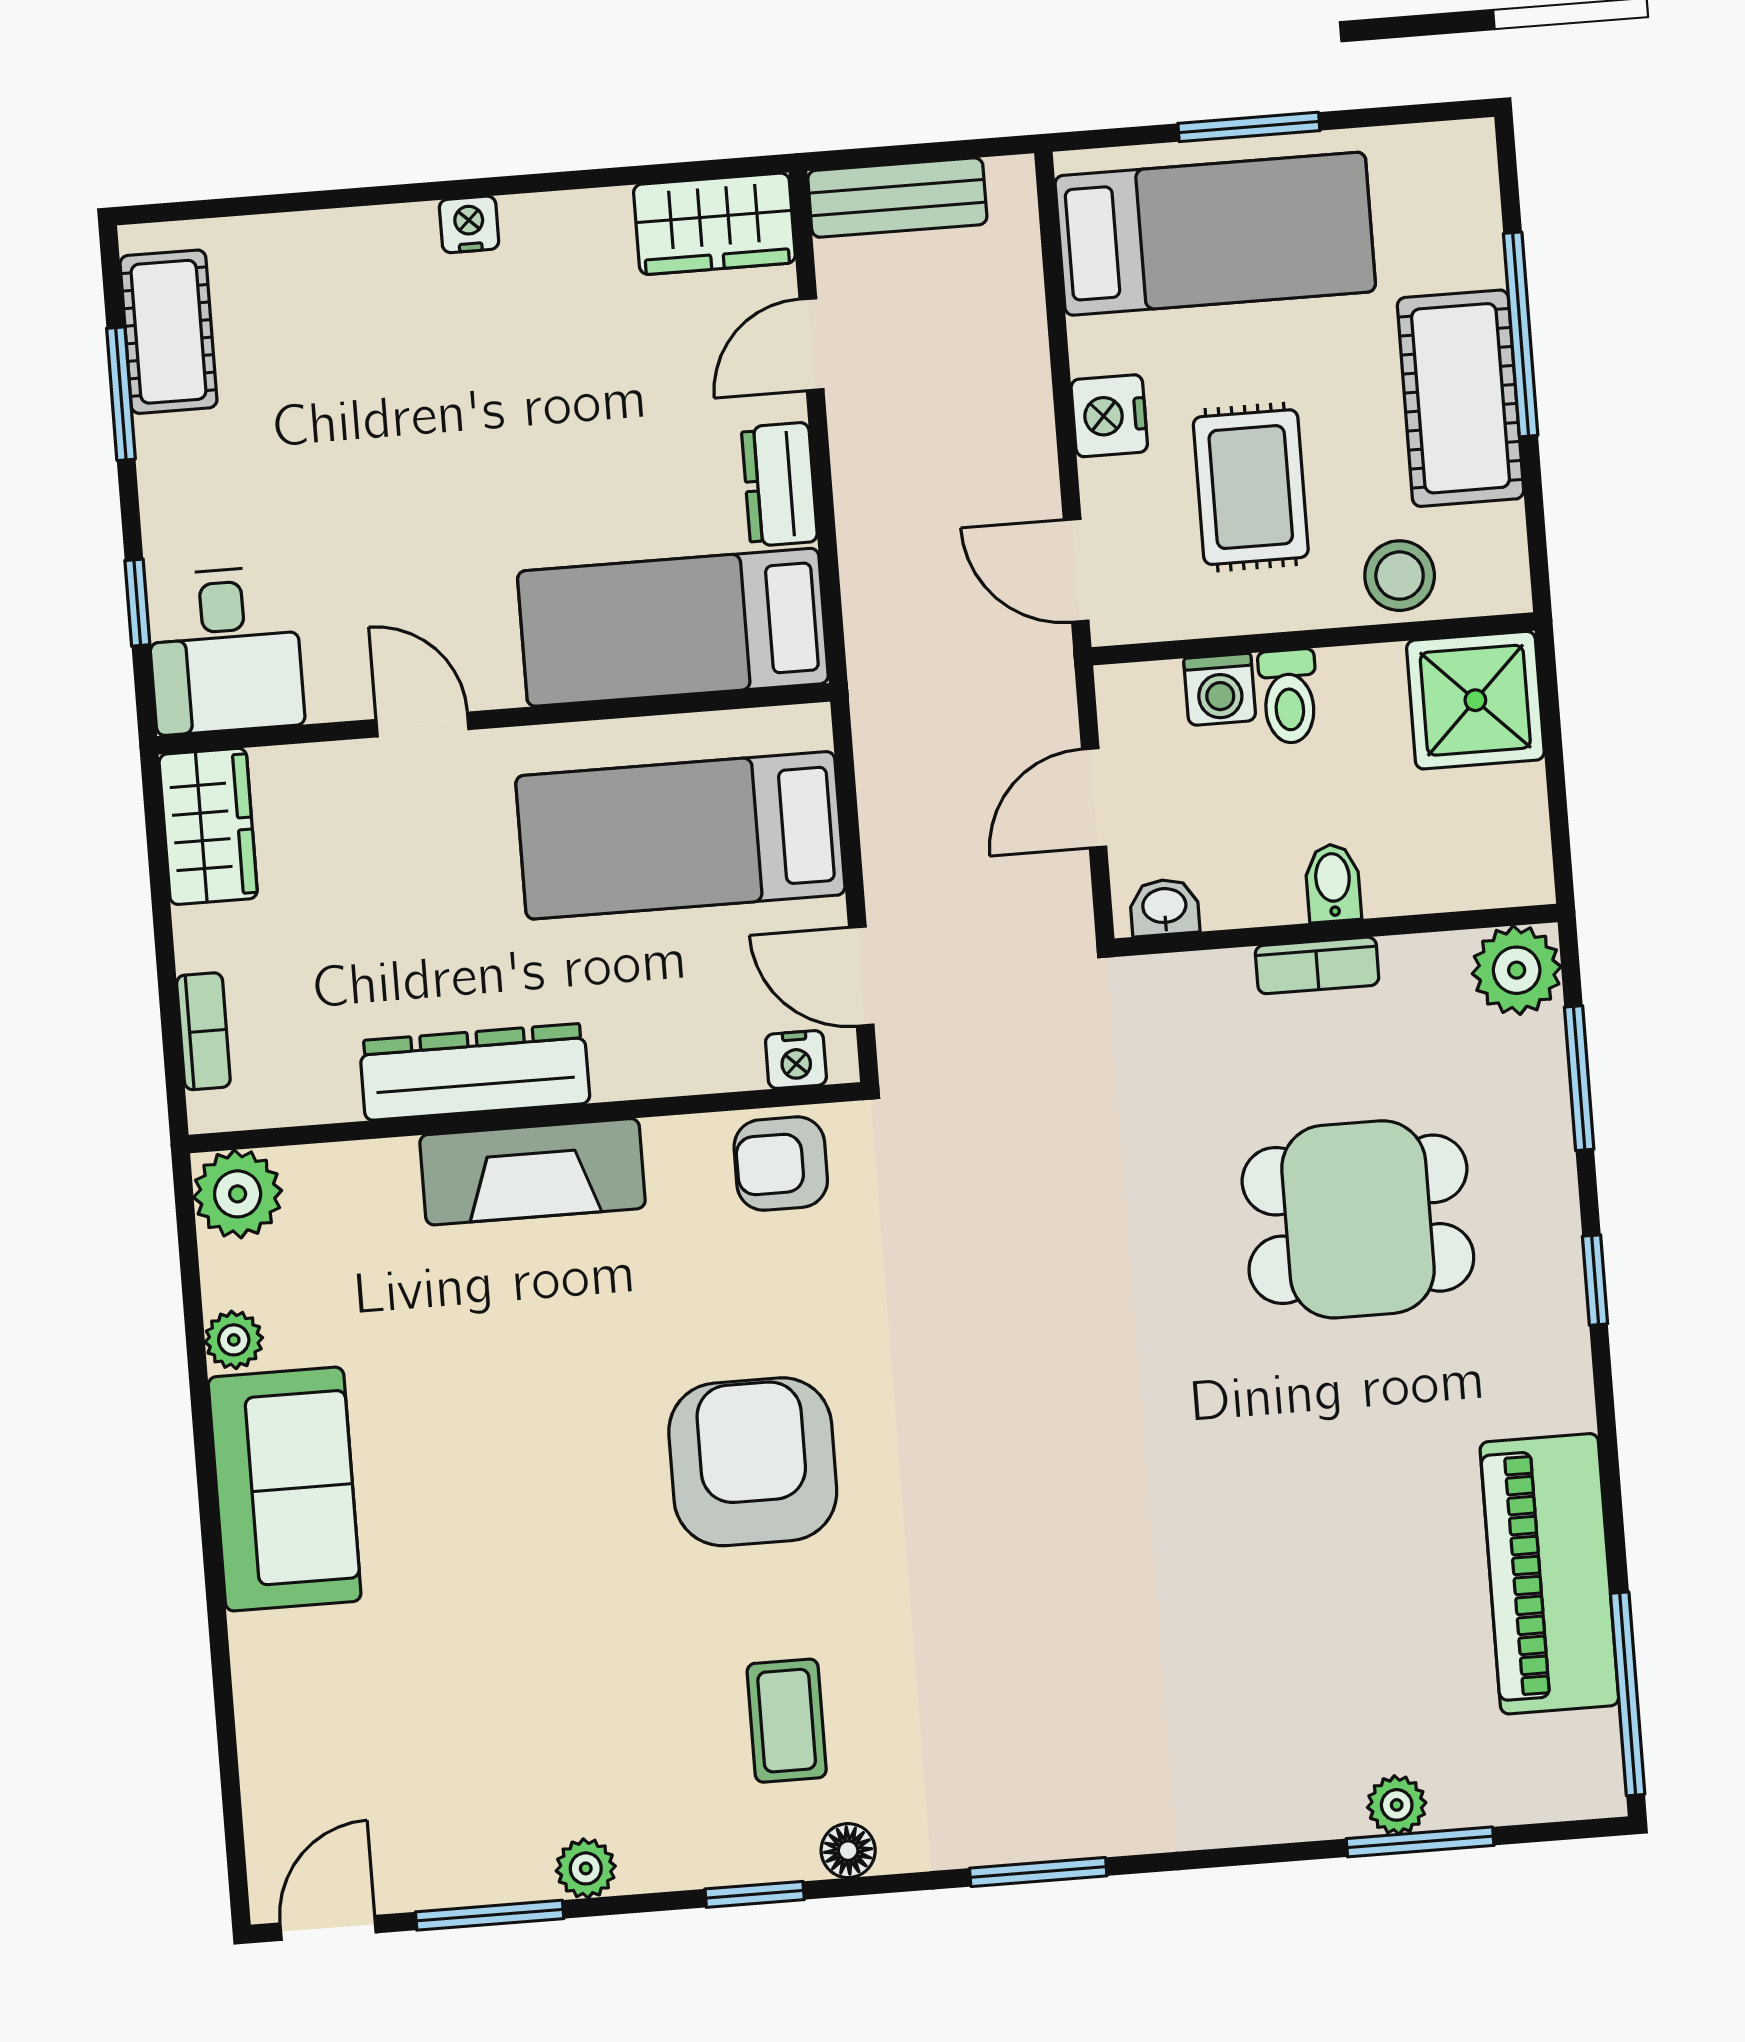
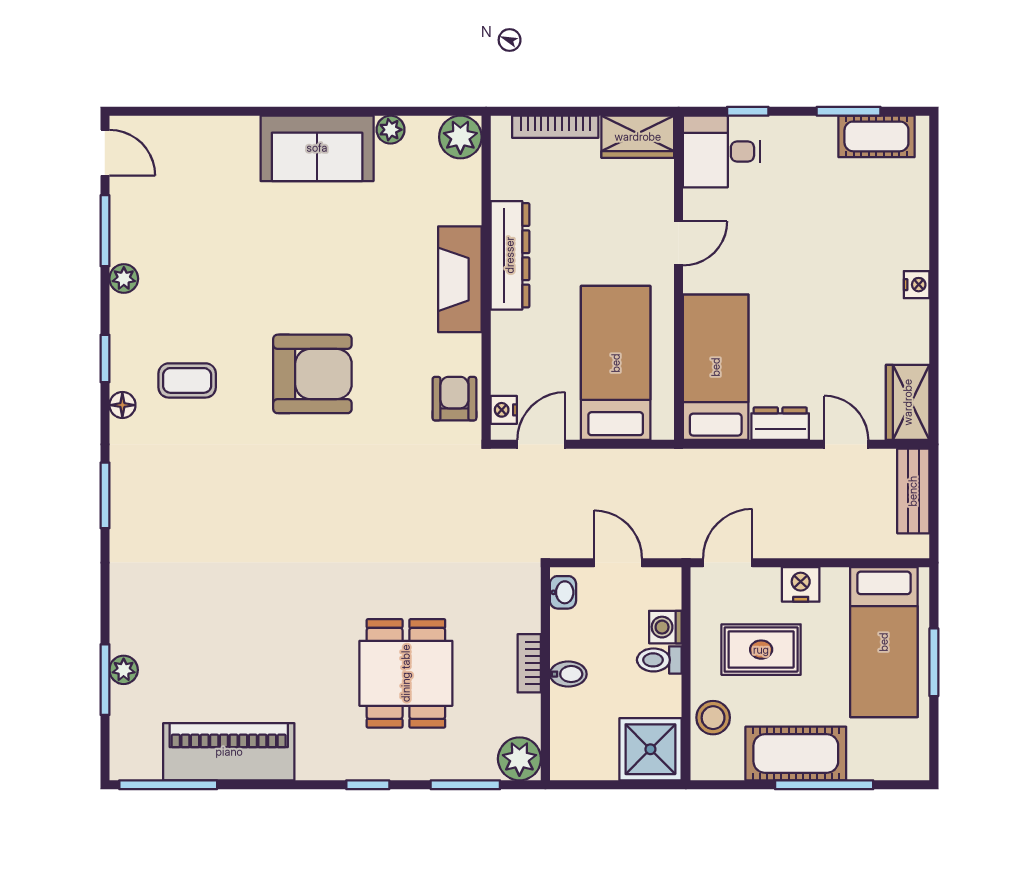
bookcase: (203, 1031) -> (555, 127), width x1.56

